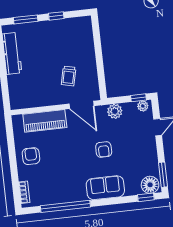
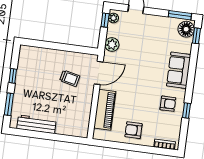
armchair: (104, 150) -> (168, 104), moved
window: (65, 206) -> (187, 110), width x0.32

